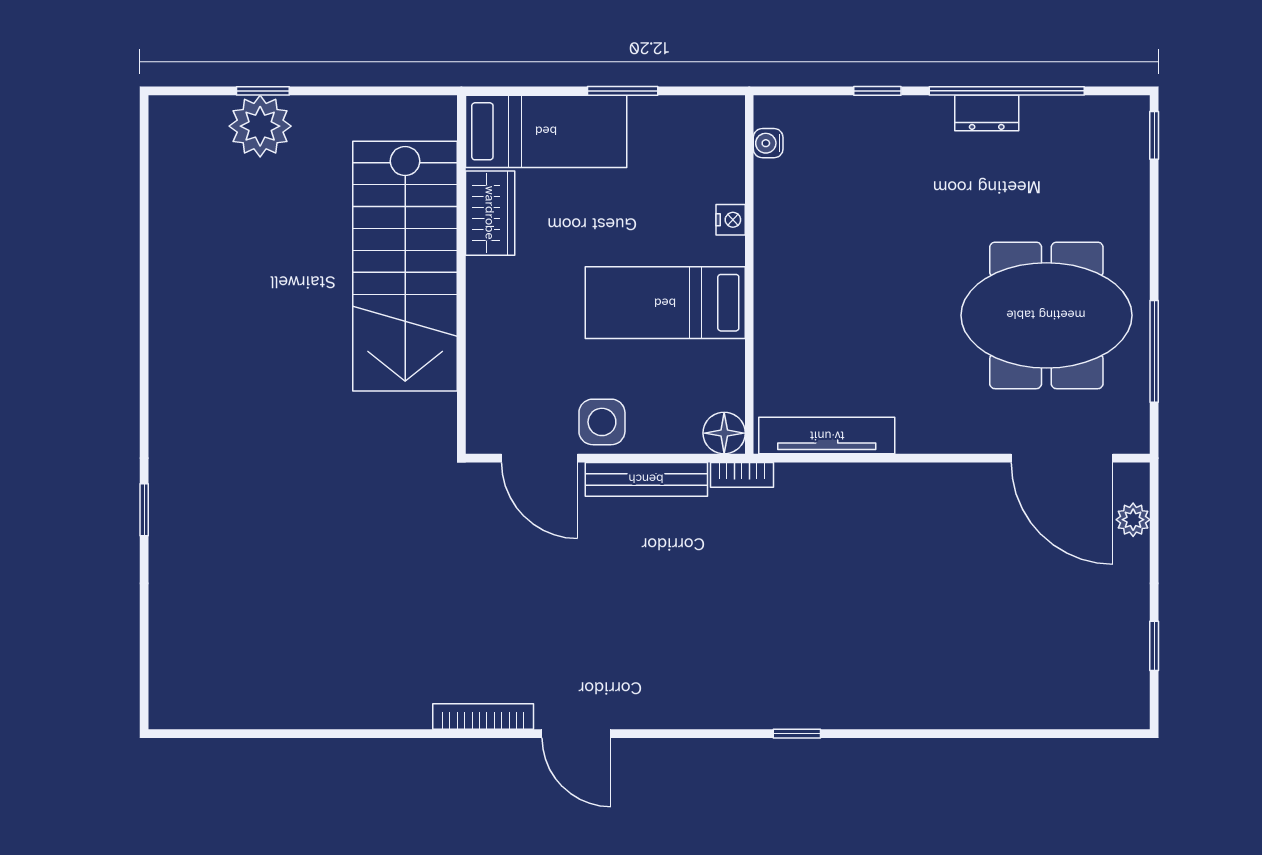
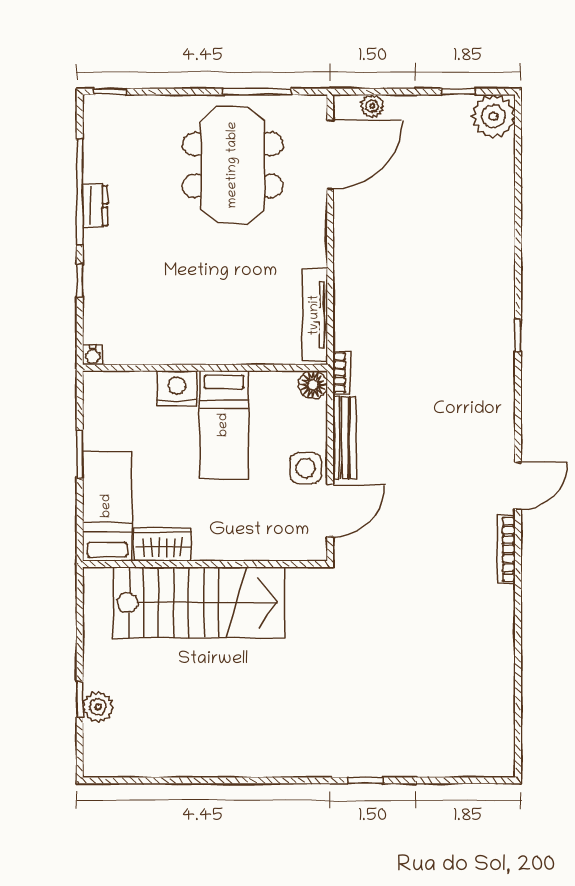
plant: (260, 126) -> (98, 707), width x0.73, depth x0.73
water cooler: (768, 143) -> (93, 355), moved
nightstand: (731, 220) -> (177, 388), width x1.89, depth x1.79
plant: (1118, 697) -> (493, 116), added

